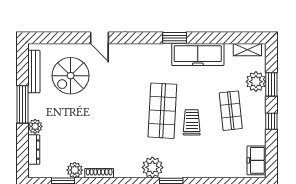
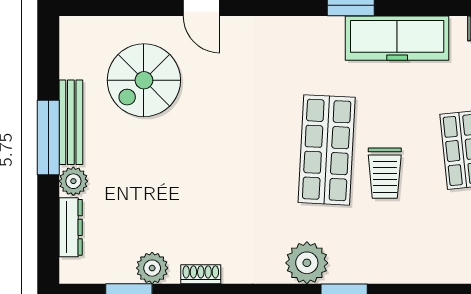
bench: (34, 72) -> (71, 122), moved
trolley: (192, 122) -> (385, 173), turned 180
shoe rack: (99, 173) -> (201, 274), width x0.70

